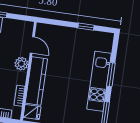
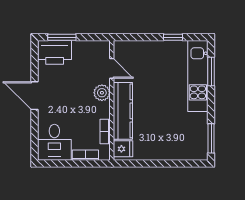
window: (111, 75) -> (211, 71), moved
kitchen unit: (99, 81) -> (198, 76), moved

